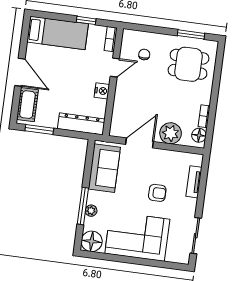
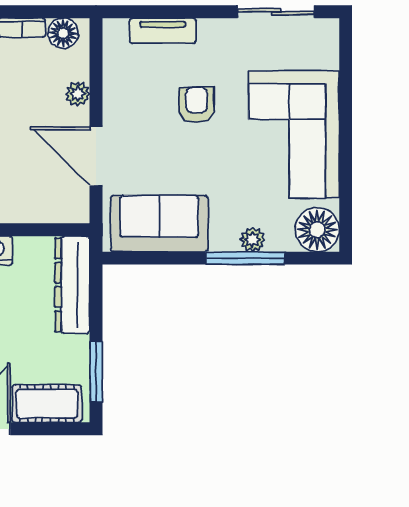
plant: (171, 133) -> (78, 94), width x0.53, depth x0.53

